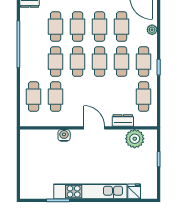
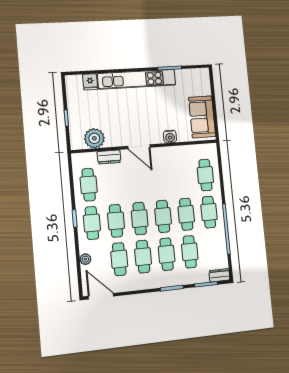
cafe table: (56, 97) -> (209, 212), moved
sofa: (31, 152) -> (202, 117), added

